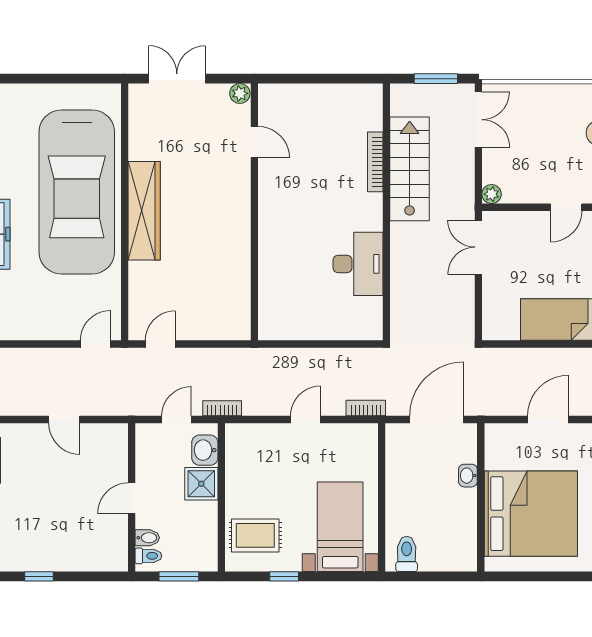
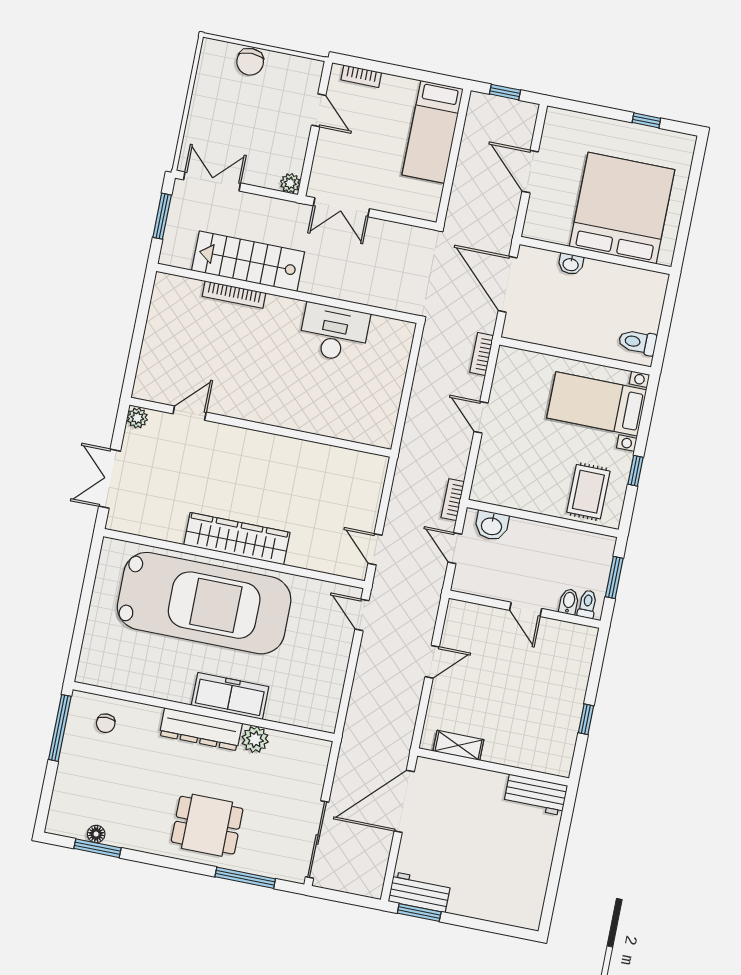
shower: (201, 484) -> (525, 536), removed

